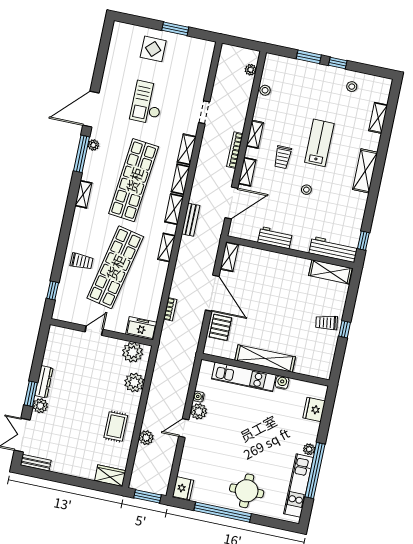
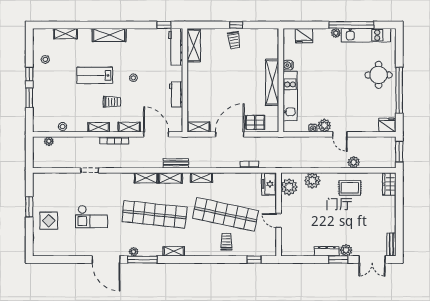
shelving: (187, 149) -> (122, 178), removed

